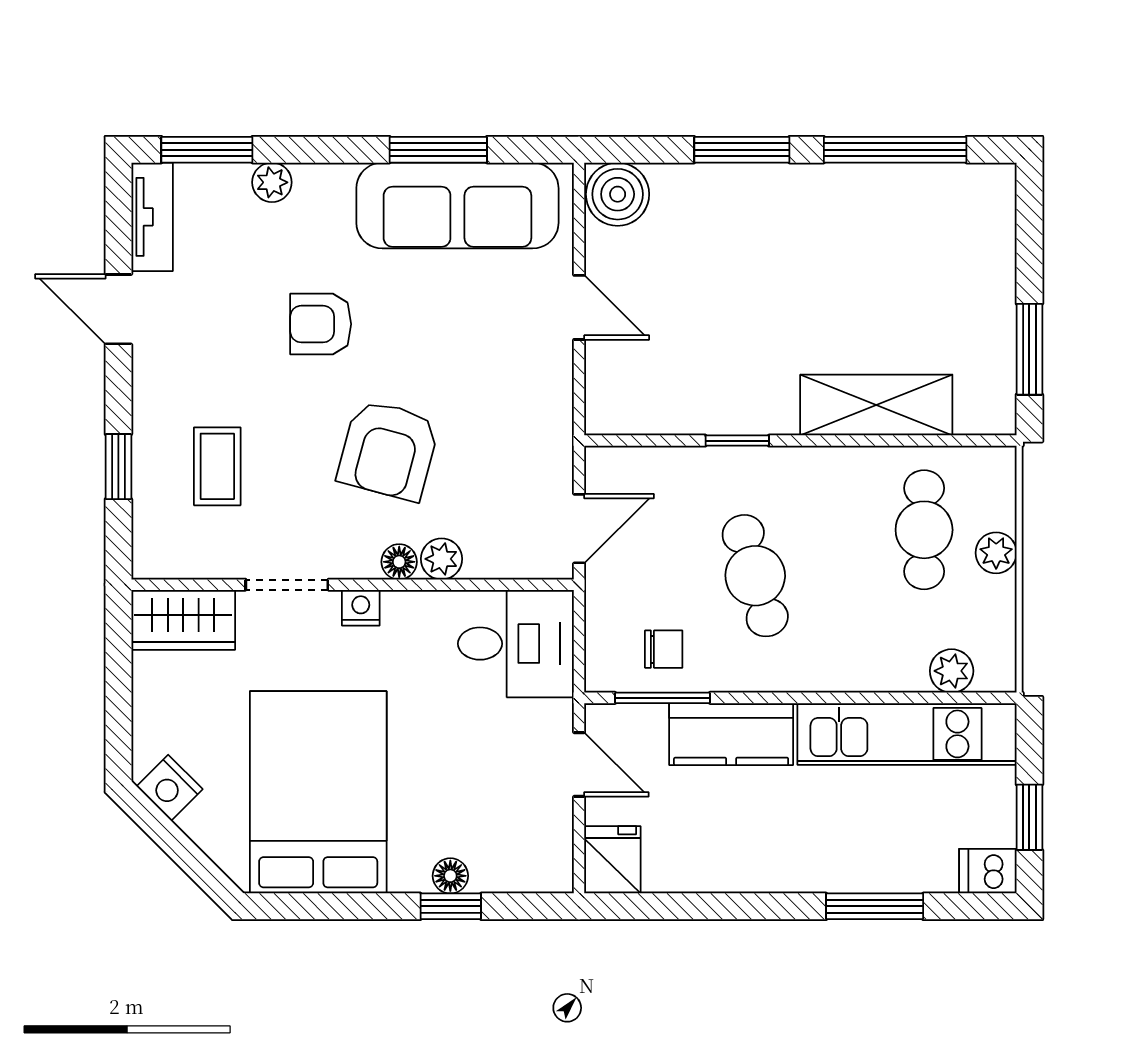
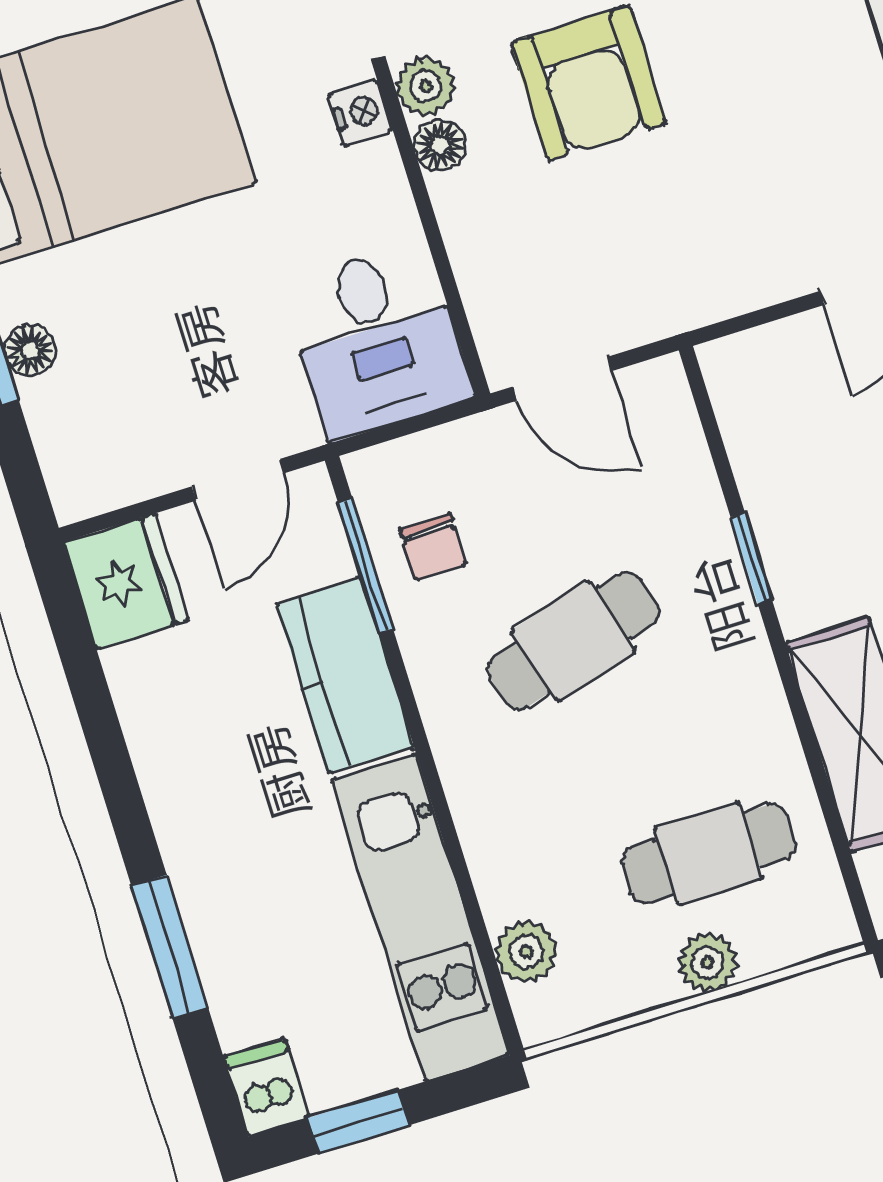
armchair: (388, 450) -> (589, 83), turned -105
plant: (441, 559) -> (426, 86), moved
fridge: (612, 860) -> (126, 581), width x1.38

